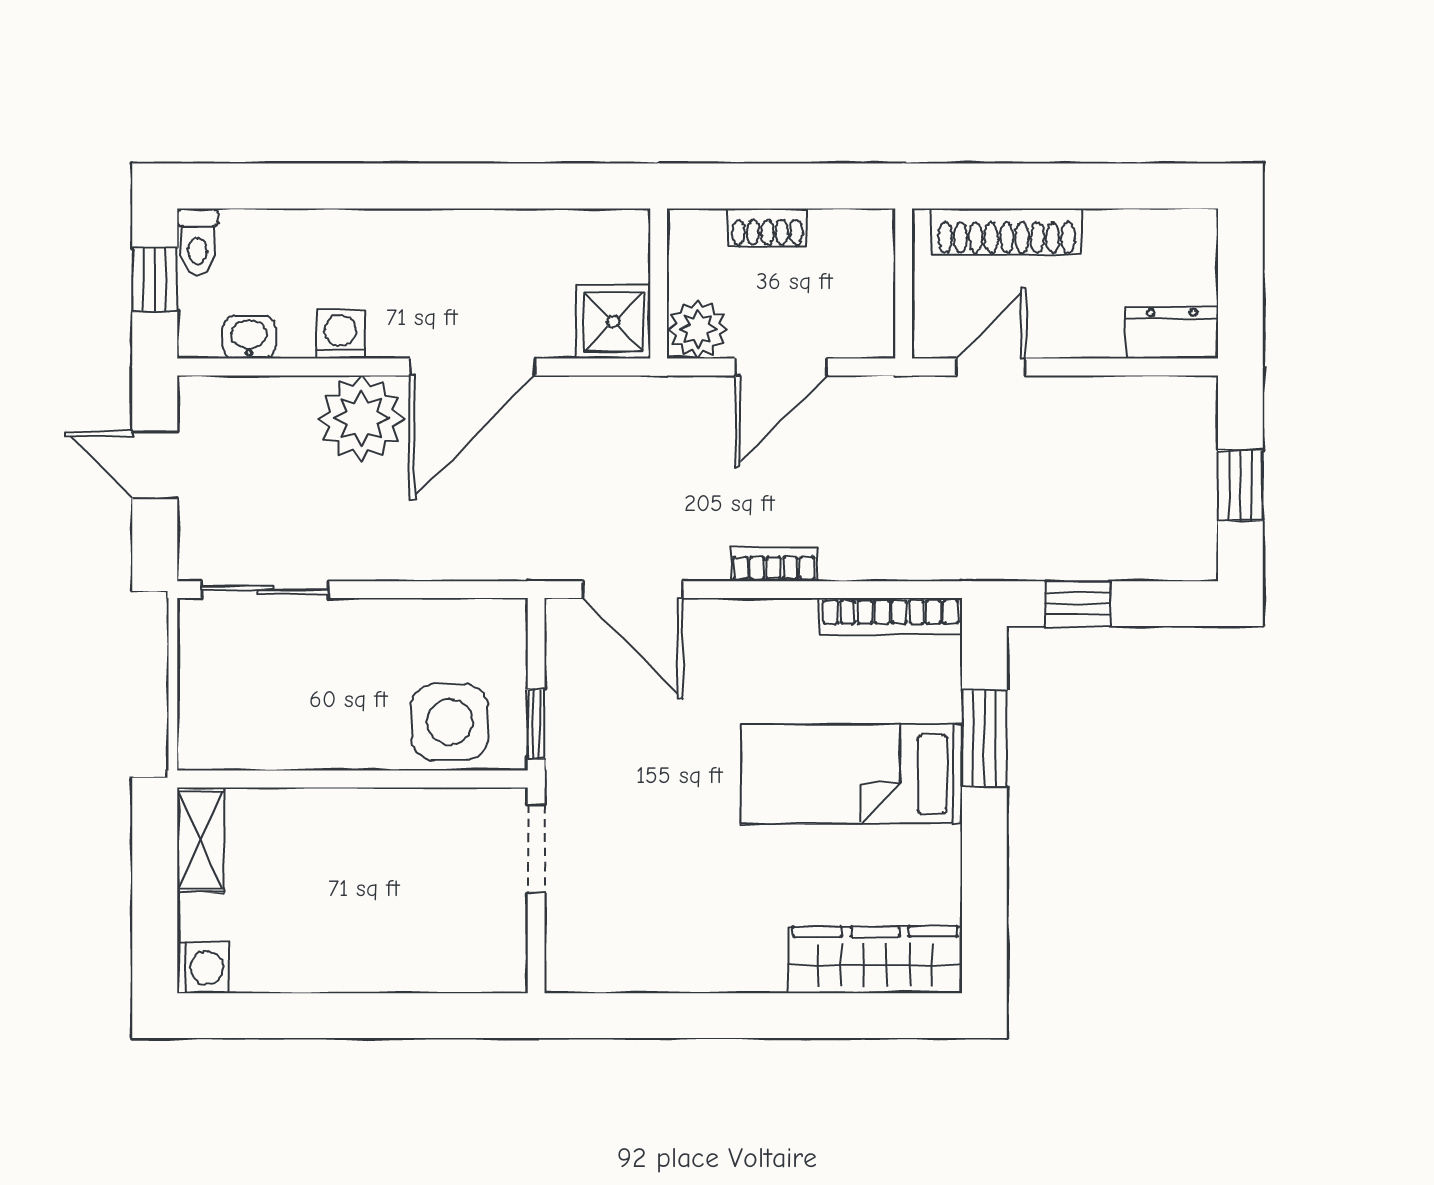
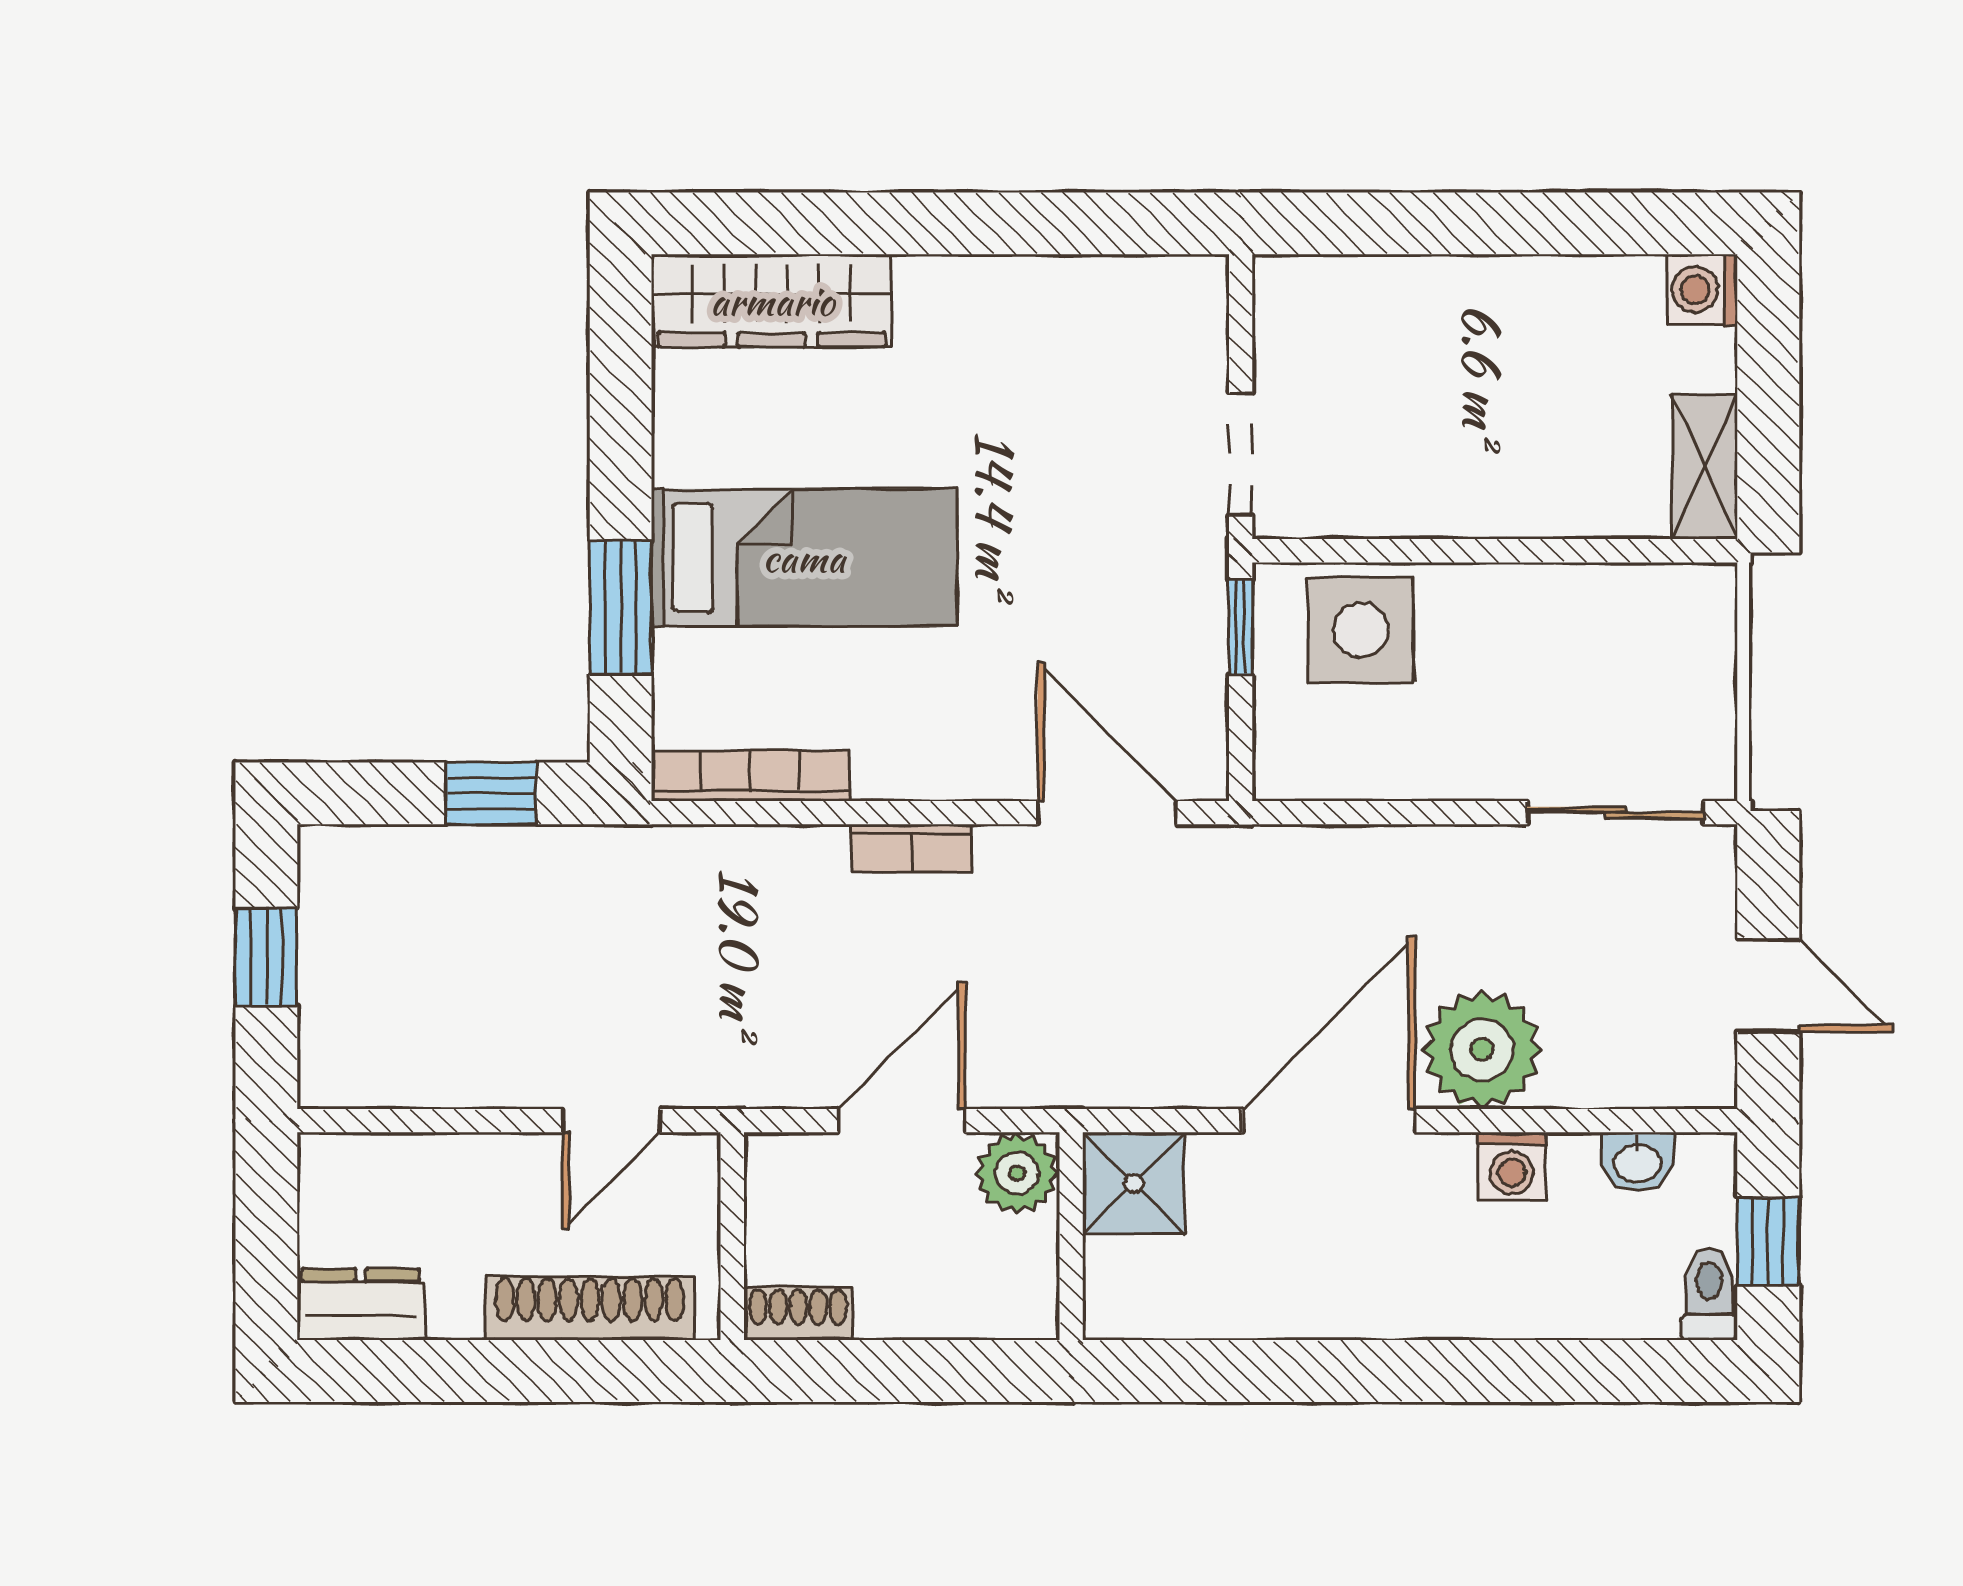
shoe rack: (767, 227) -> (798, 1314), moved
dresser: (1172, 333) -> (361, 1304), moved, turned 180

